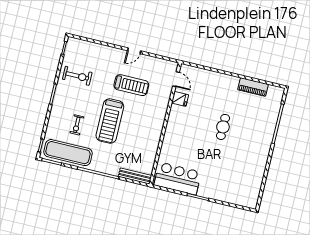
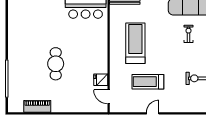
treadmill: (110, 121) -> (135, 43), moved
cafe table: (223, 127) -> (56, 64), width x1.37, depth x1.35

